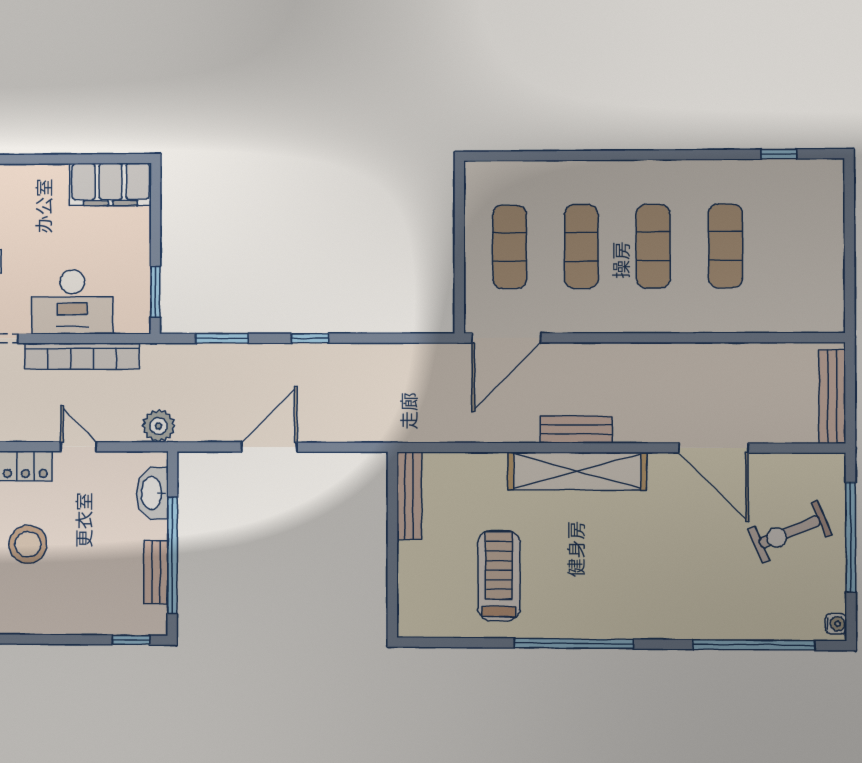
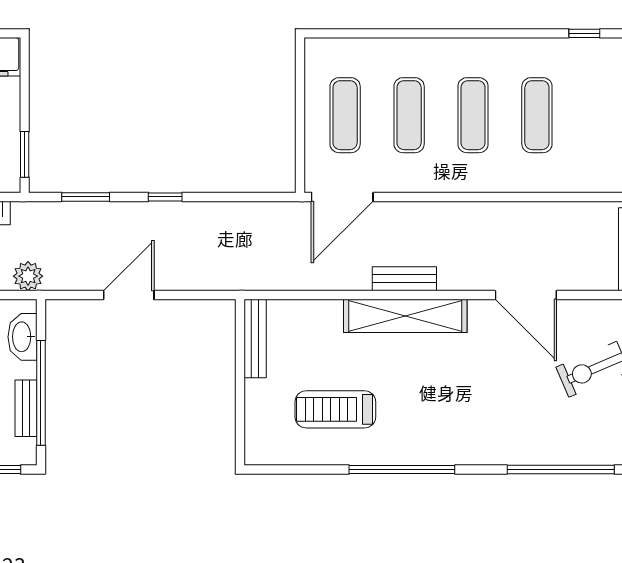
treadmill: (499, 575) -> (335, 409), turned -90

